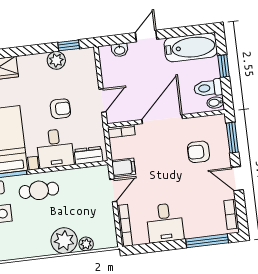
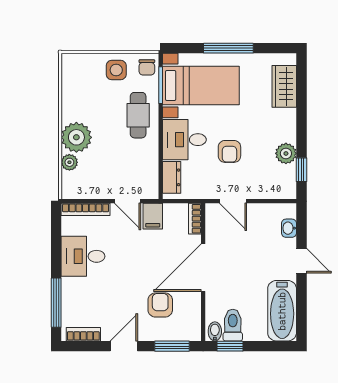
window: (224, 66) -> (230, 346), moved
door: (162, 119) -> (203, 268), swing flipped

